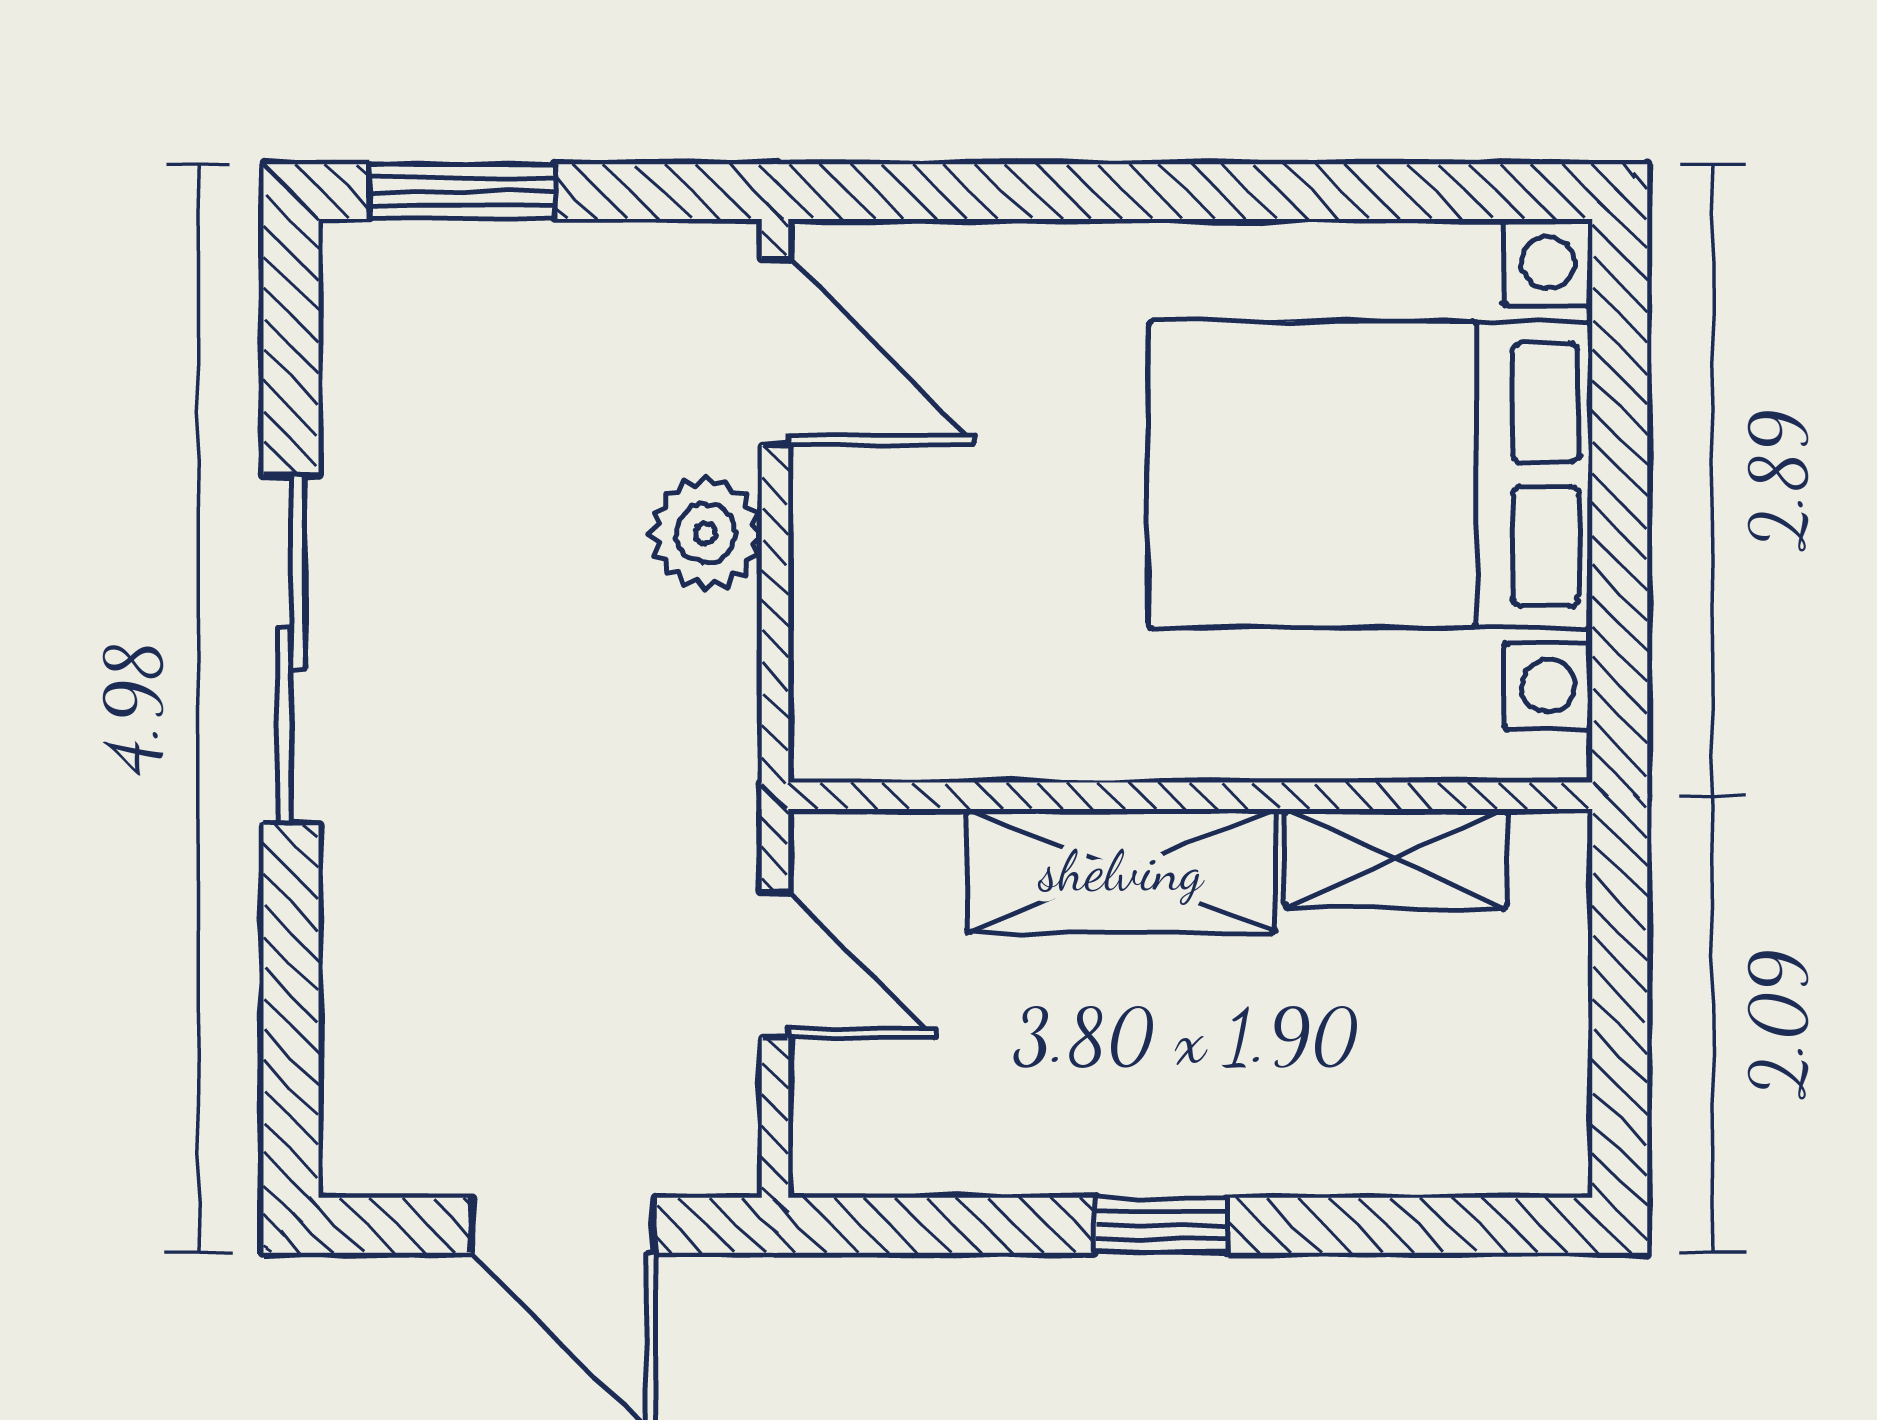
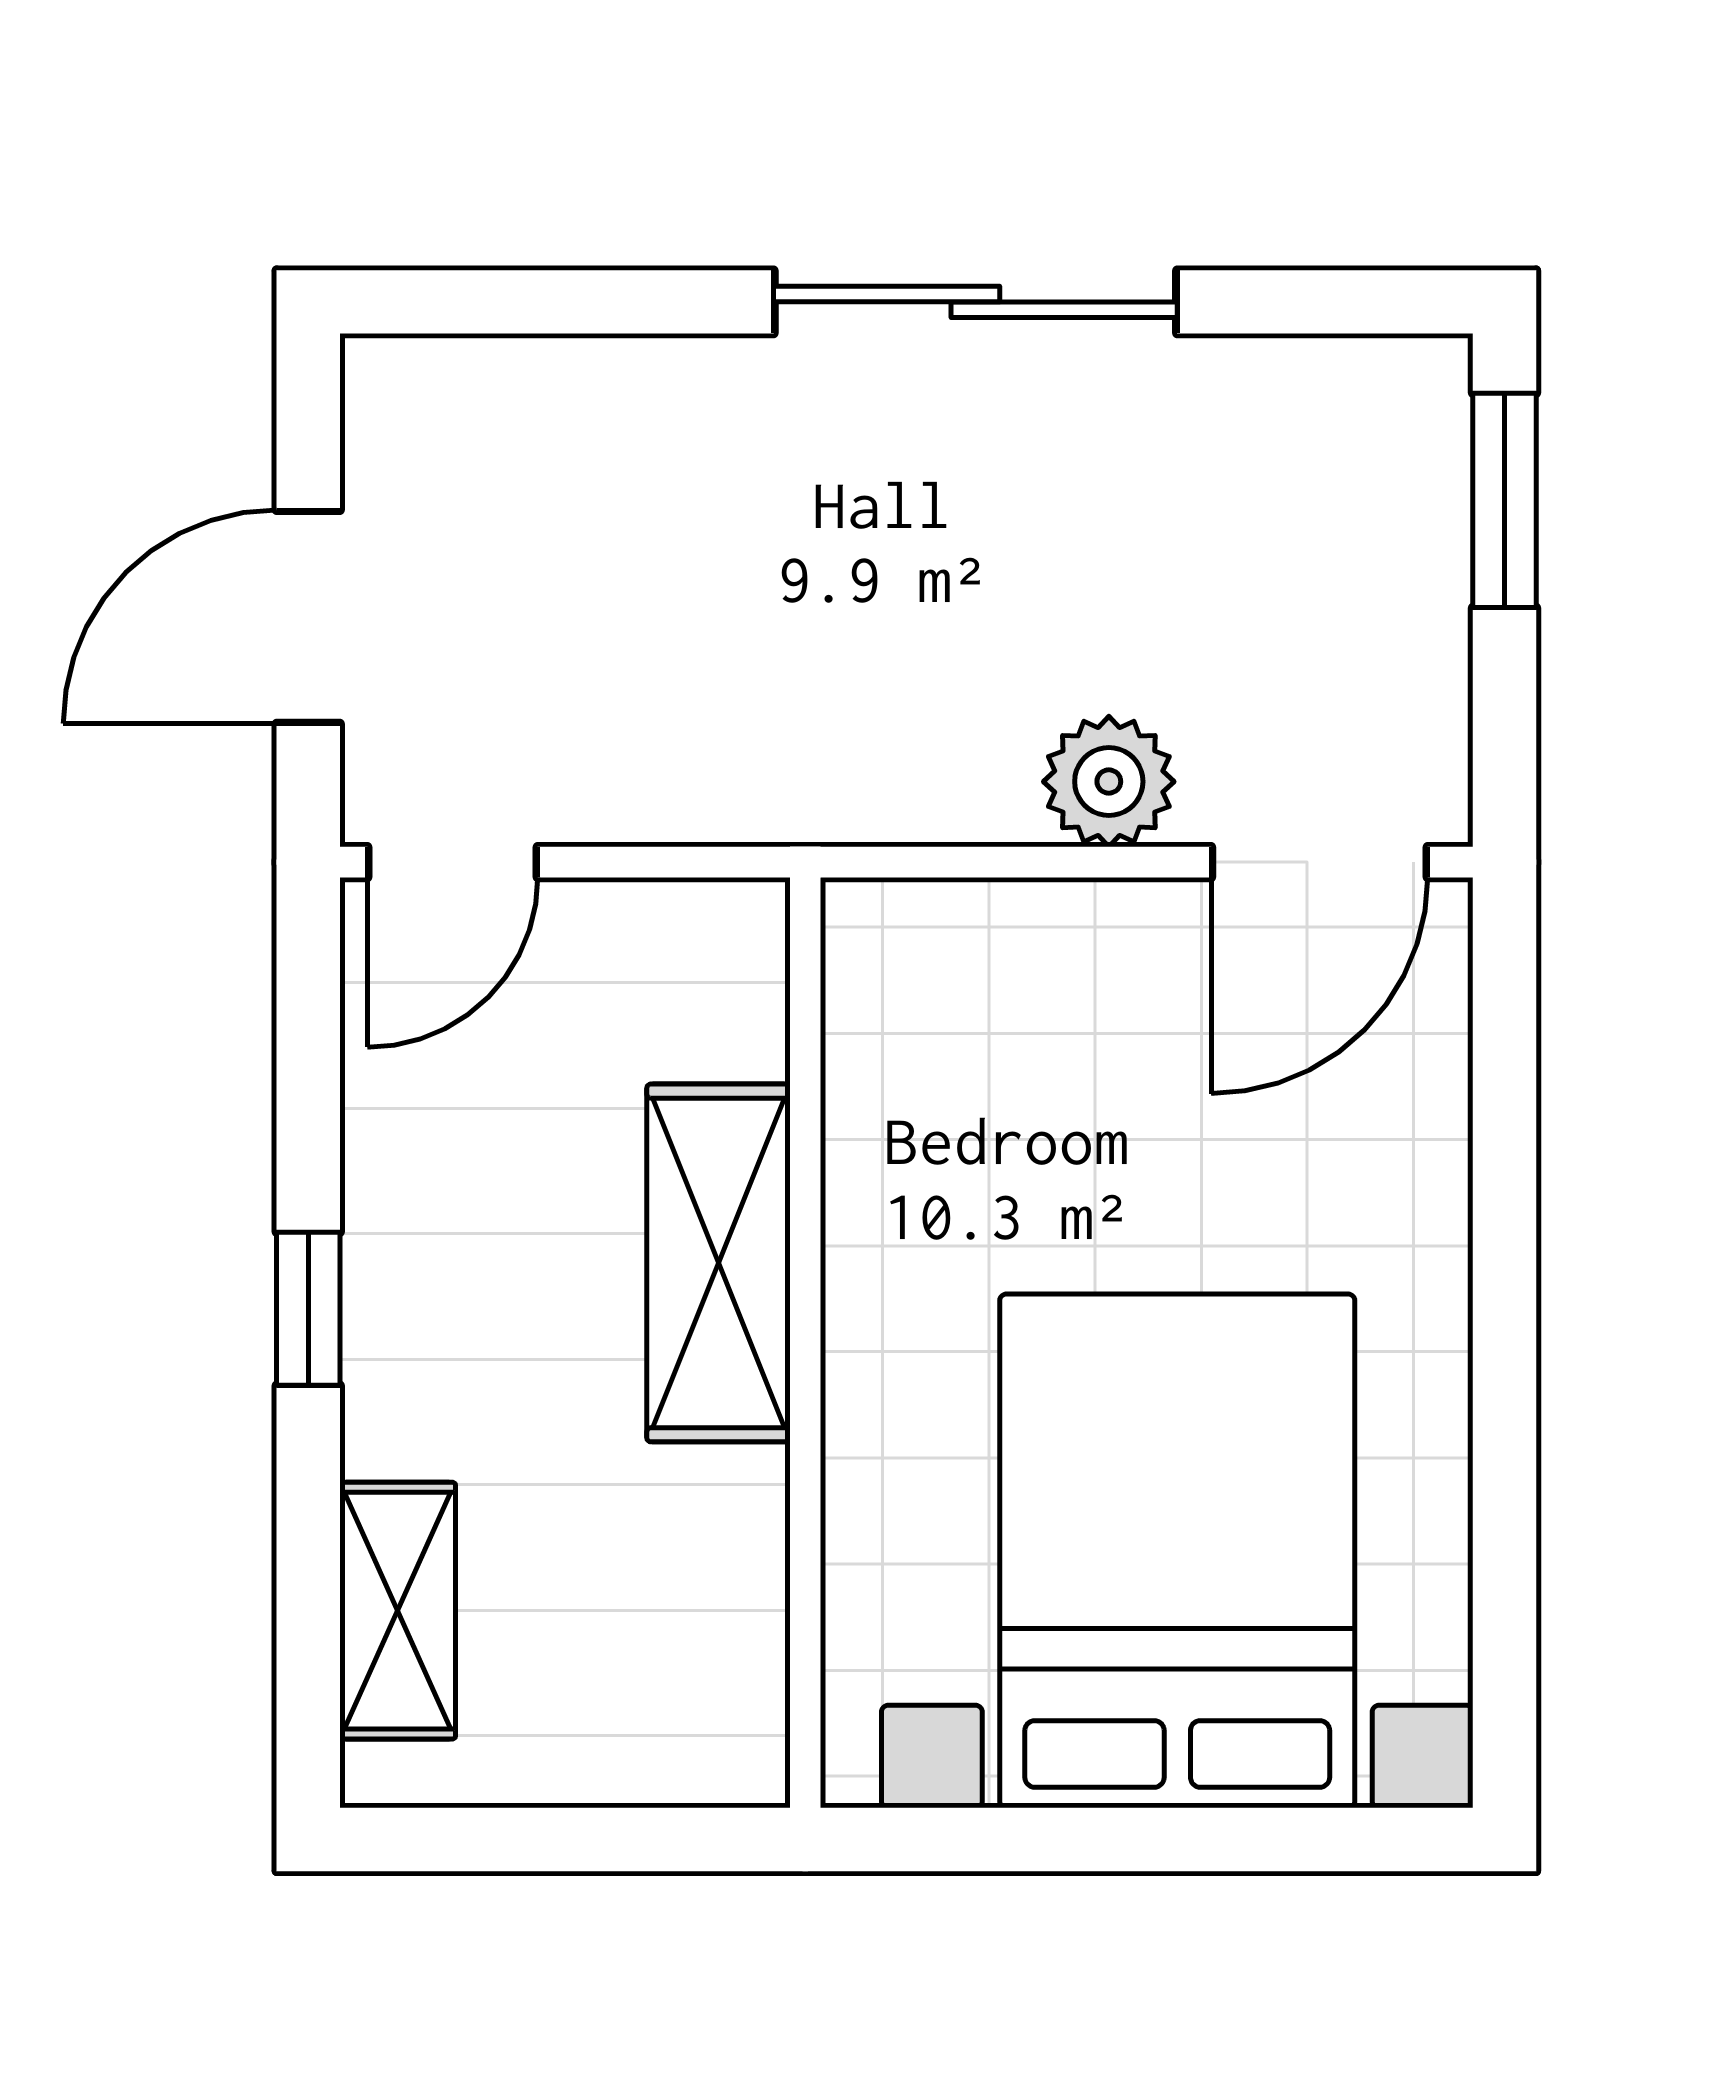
shelving: (1396, 859) -> (398, 1611), moved
door: (775, 964) -> (453, 862), moved

